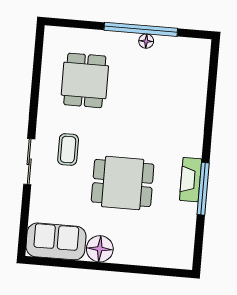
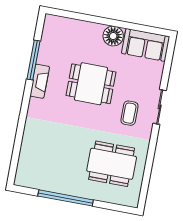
floor lamp: (146, 41) -> (62, 189), removed
dining table: (85, 80) -> (112, 164), width x1.38
window: (203, 189) -> (33, 60), moved

